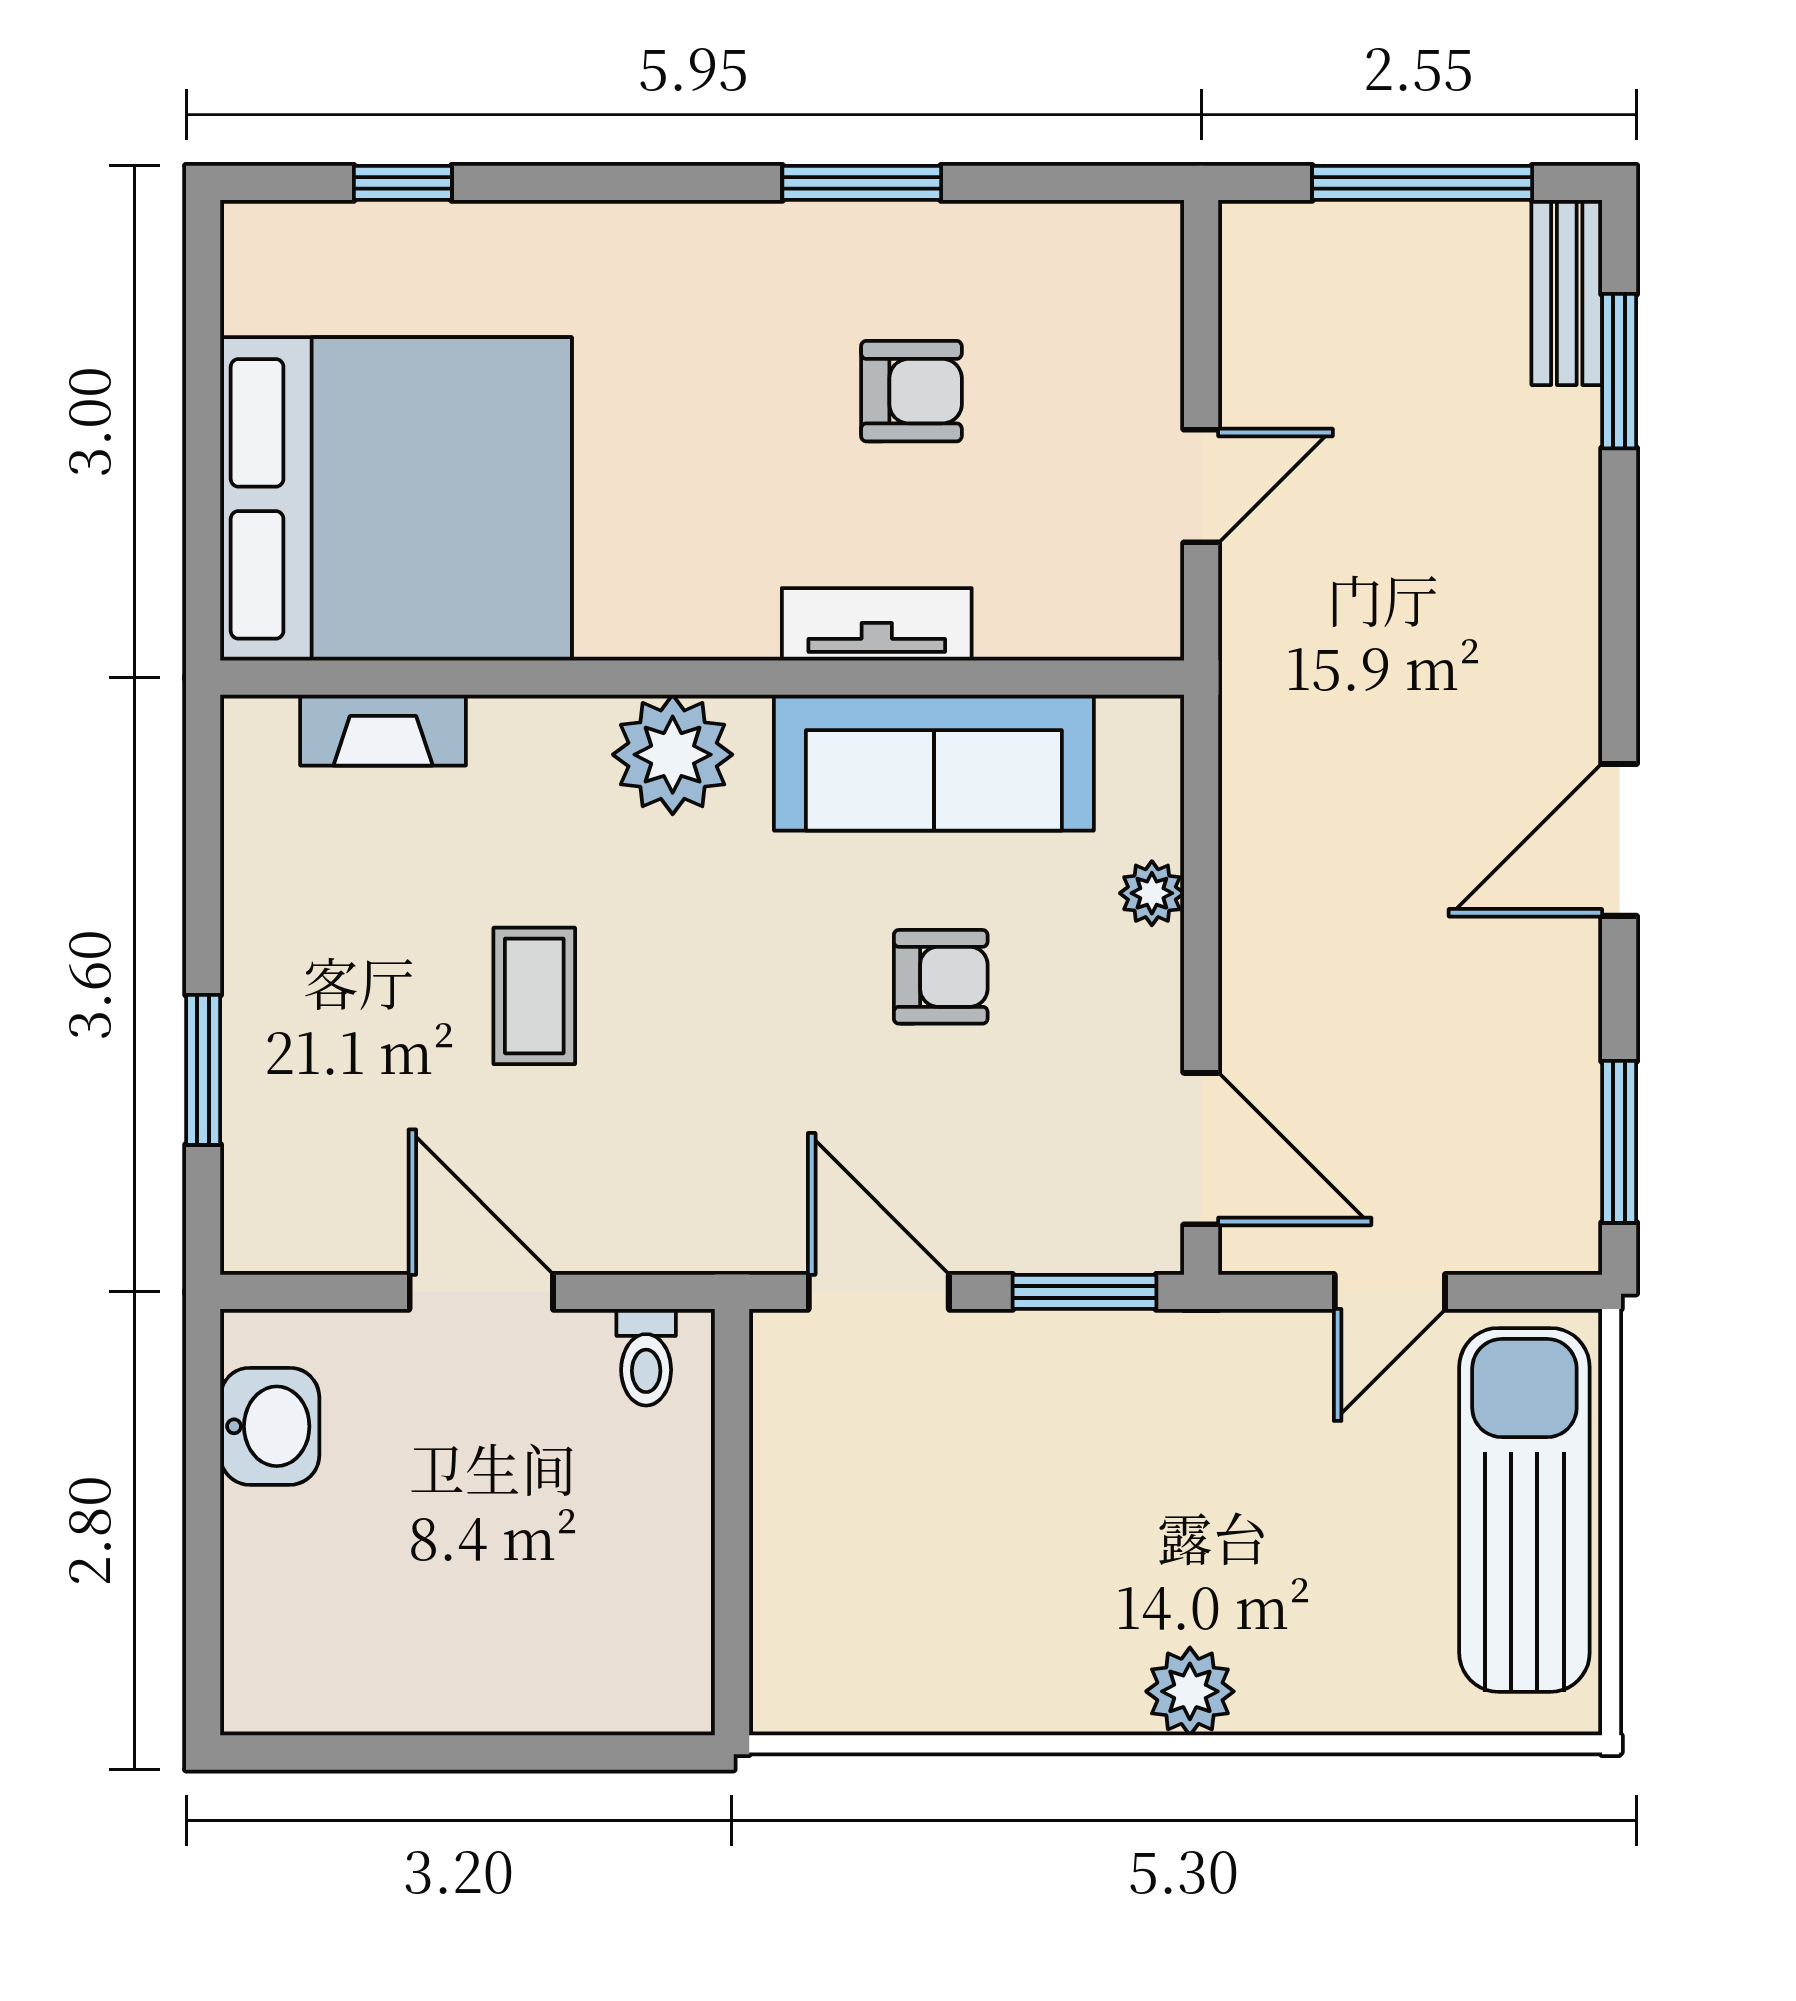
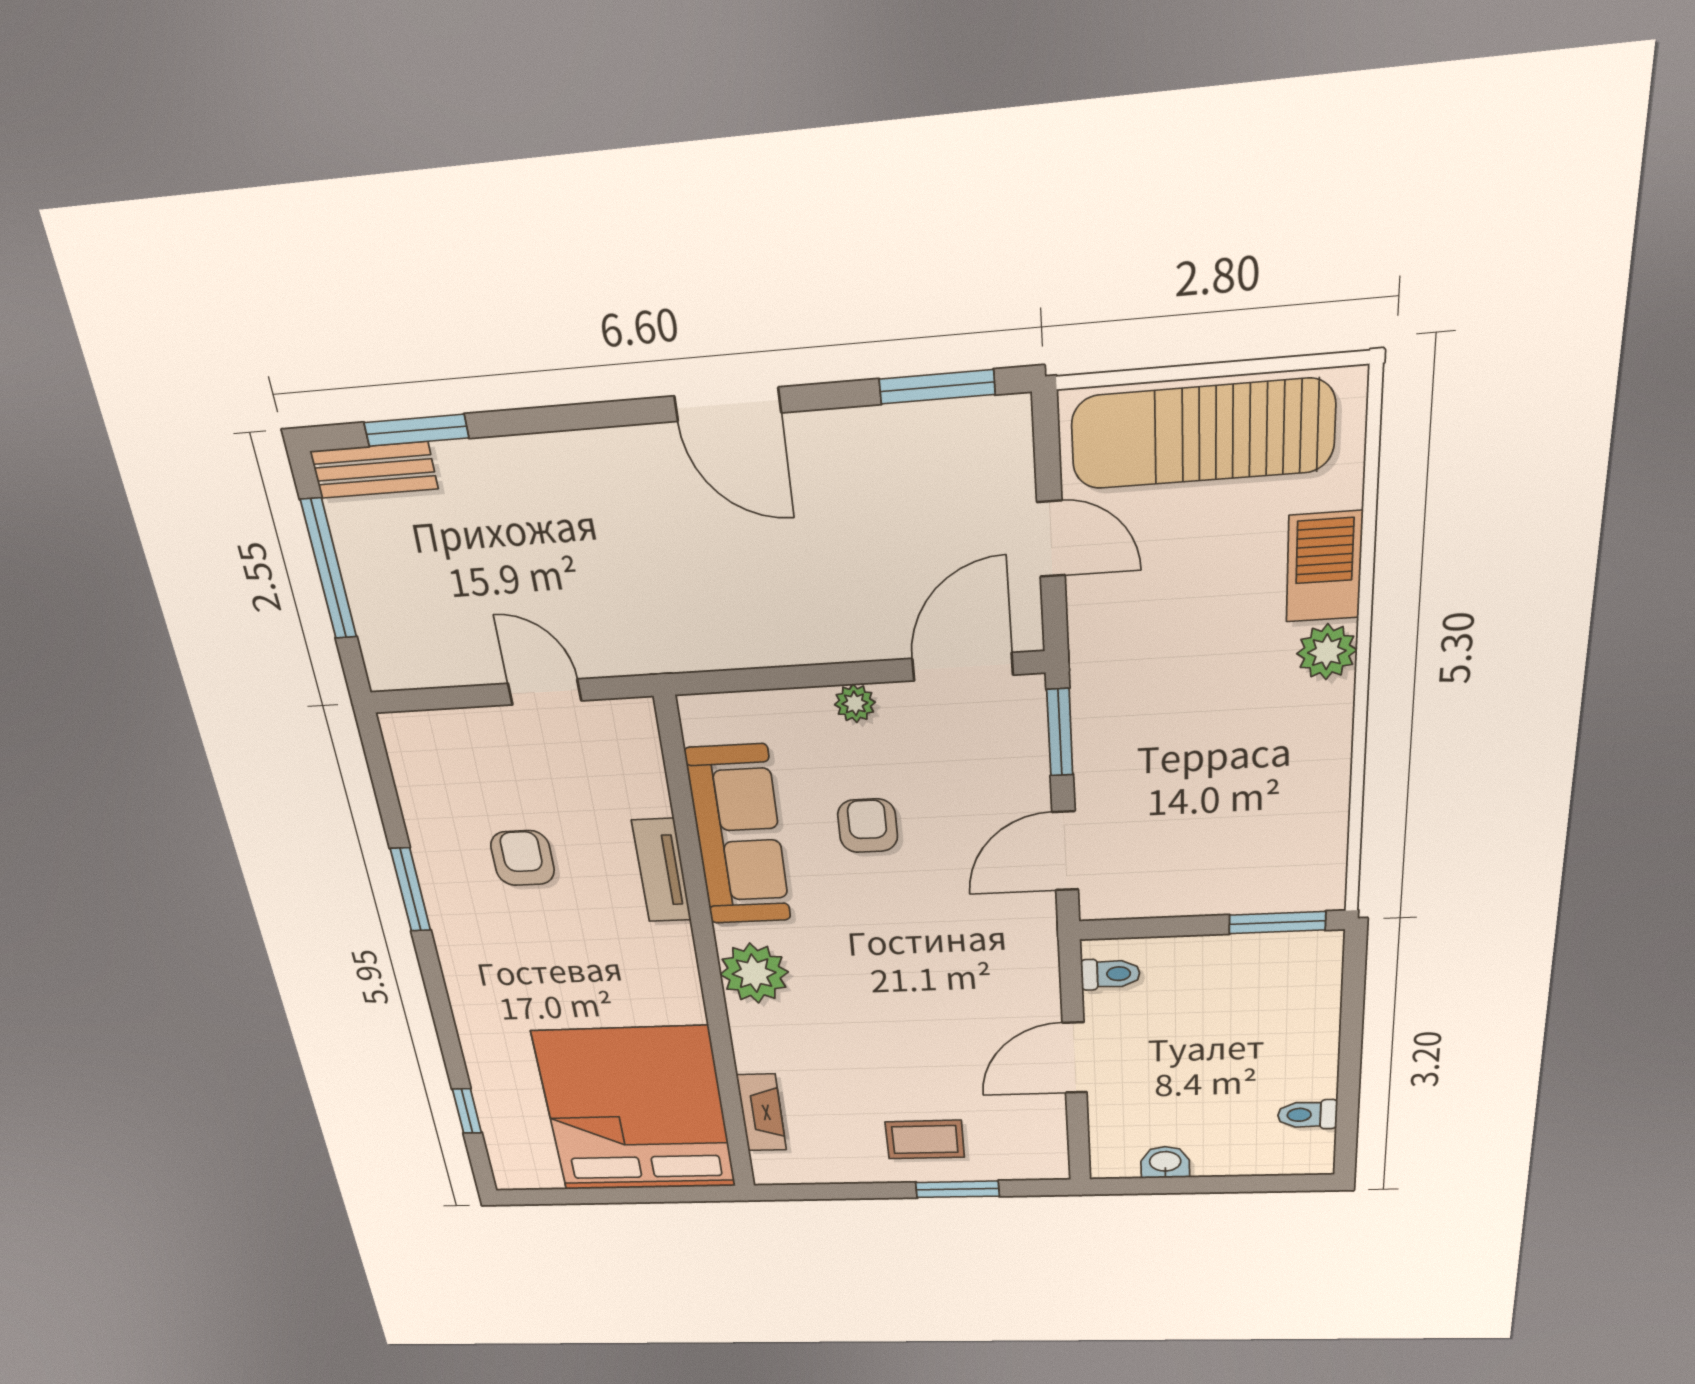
plant: (1152, 893) -> (855, 703), moved
coffee table: (534, 996) -> (925, 1140), moved
washbasin: (270, 1426) -> (1165, 1162), width x0.72, depth x0.69
window: (732, 1628) -> (1277, 923), added
barbecue: (1320, 1684) -> (1324, 567), added
toilet: (350, 1686) -> (1307, 1115), added

